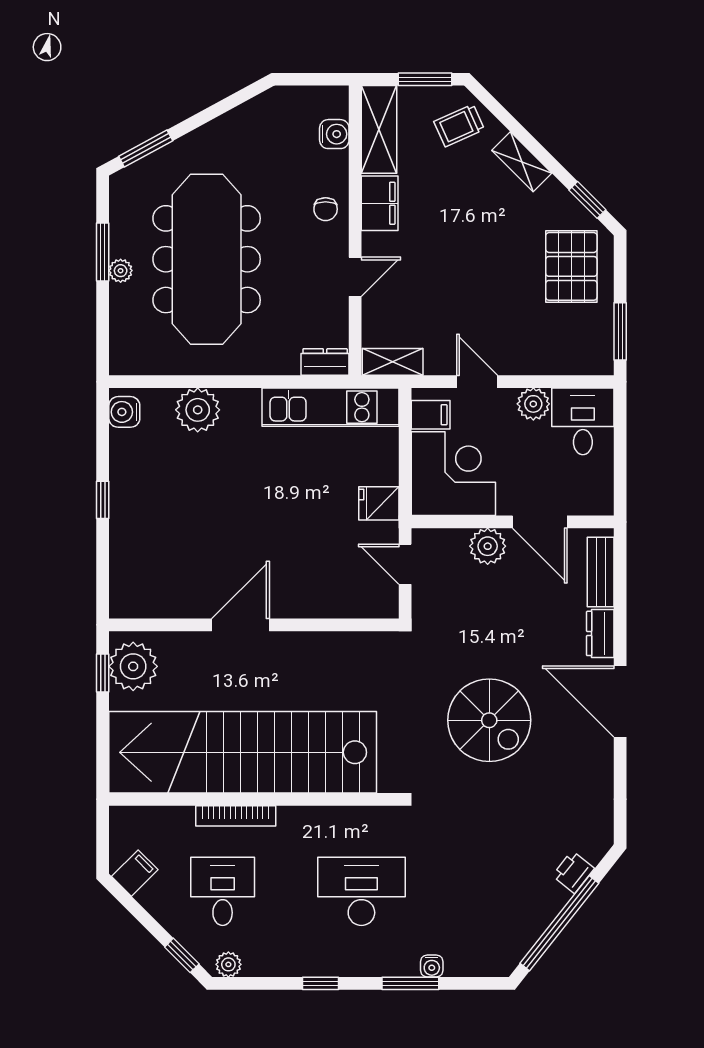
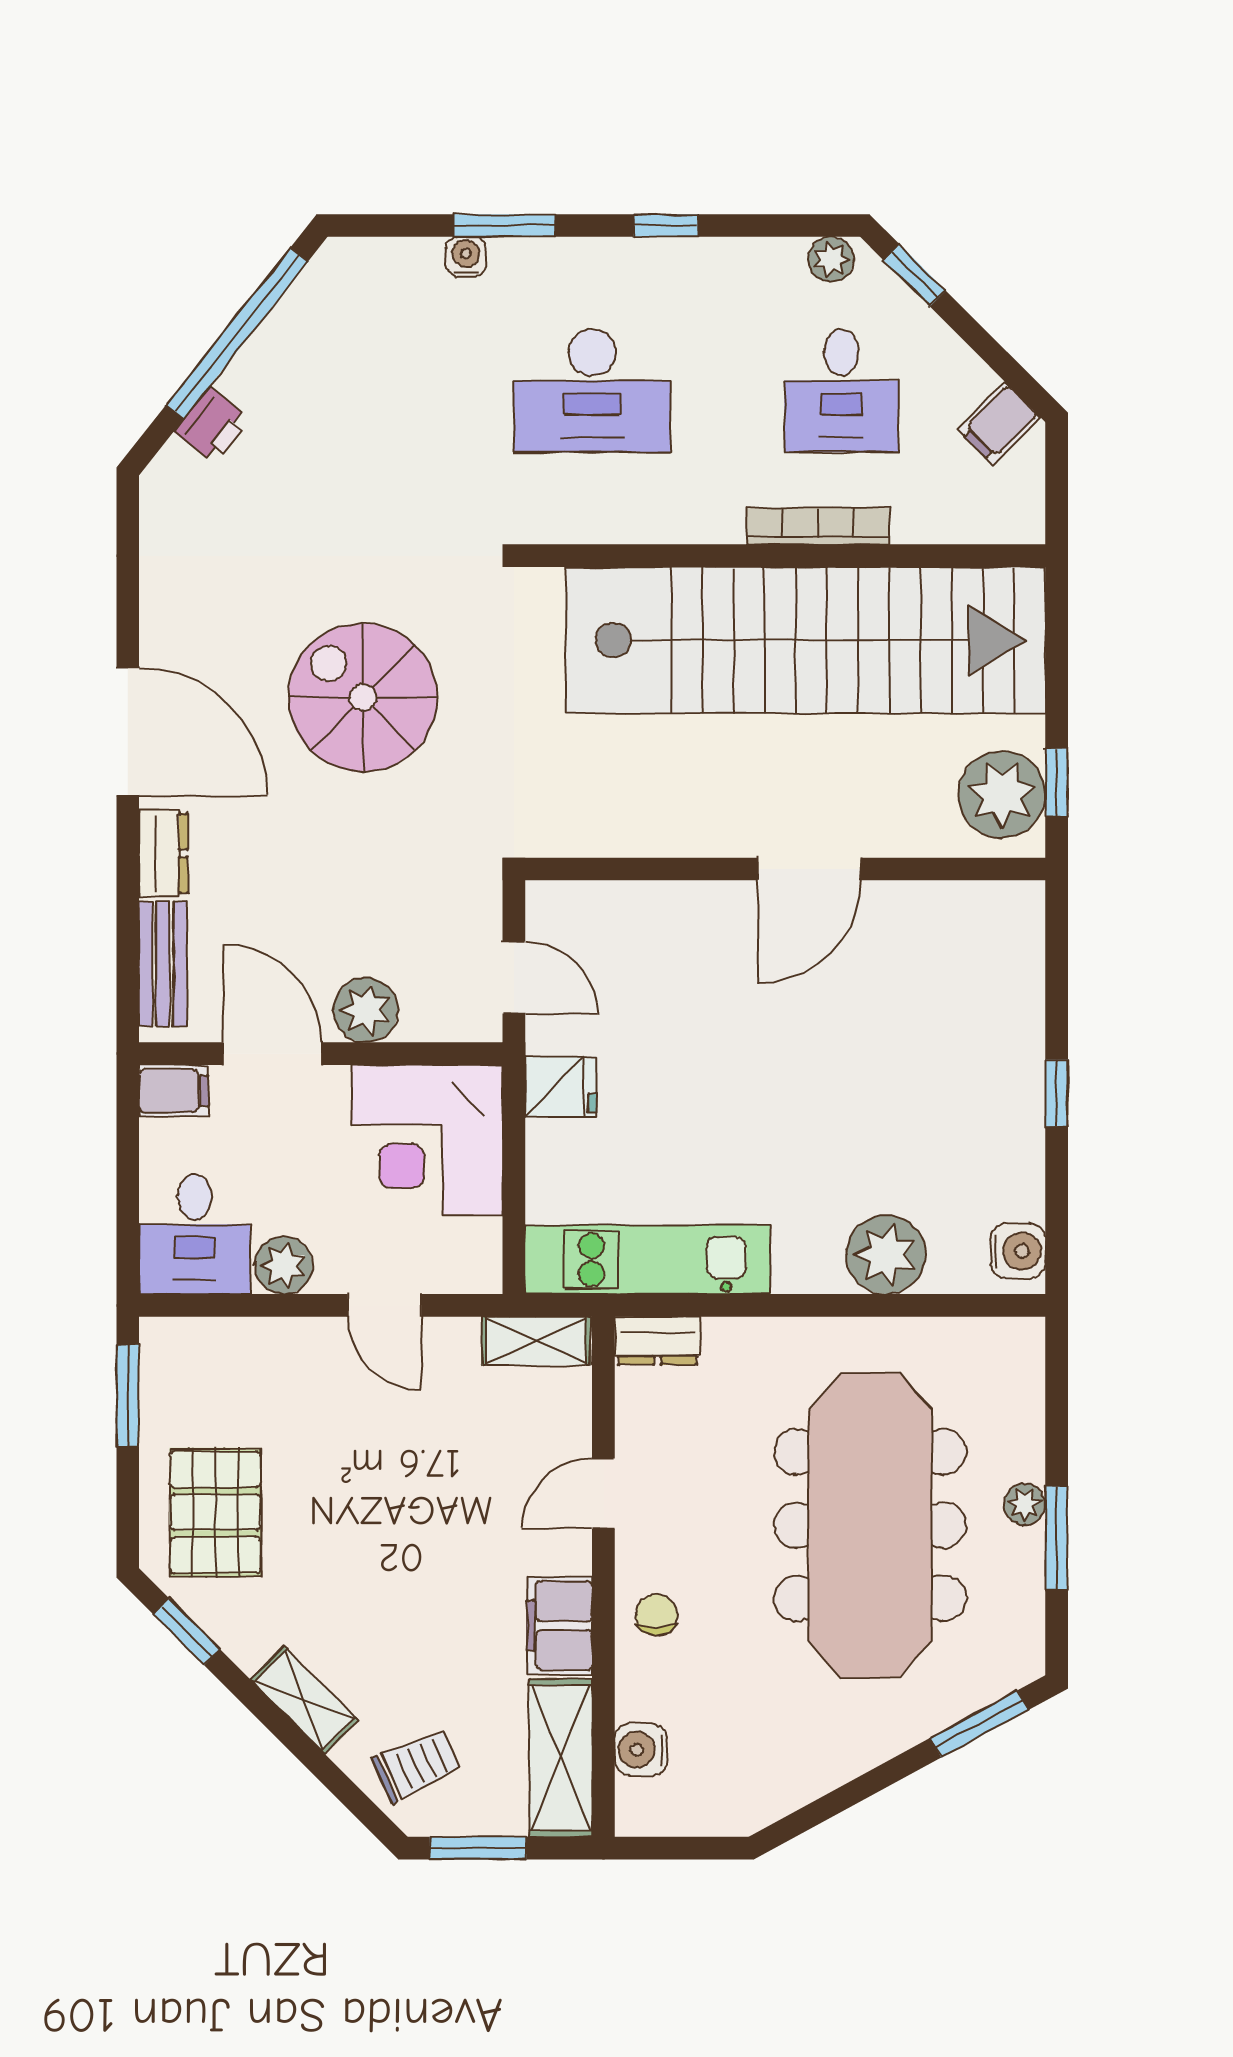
filing cabinet: (431, 415) -> (174, 1091), moved, turned 180

